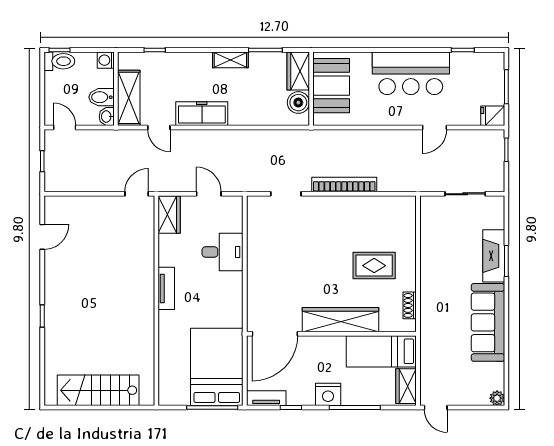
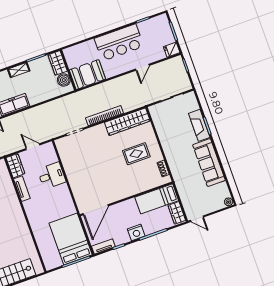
booth: (331, 86) -> (87, 75), moved, turned 90
tv unit: (166, 288) -> (22, 189), moved
wardrobe: (341, 320) -> (127, 122), moved, turned 180

